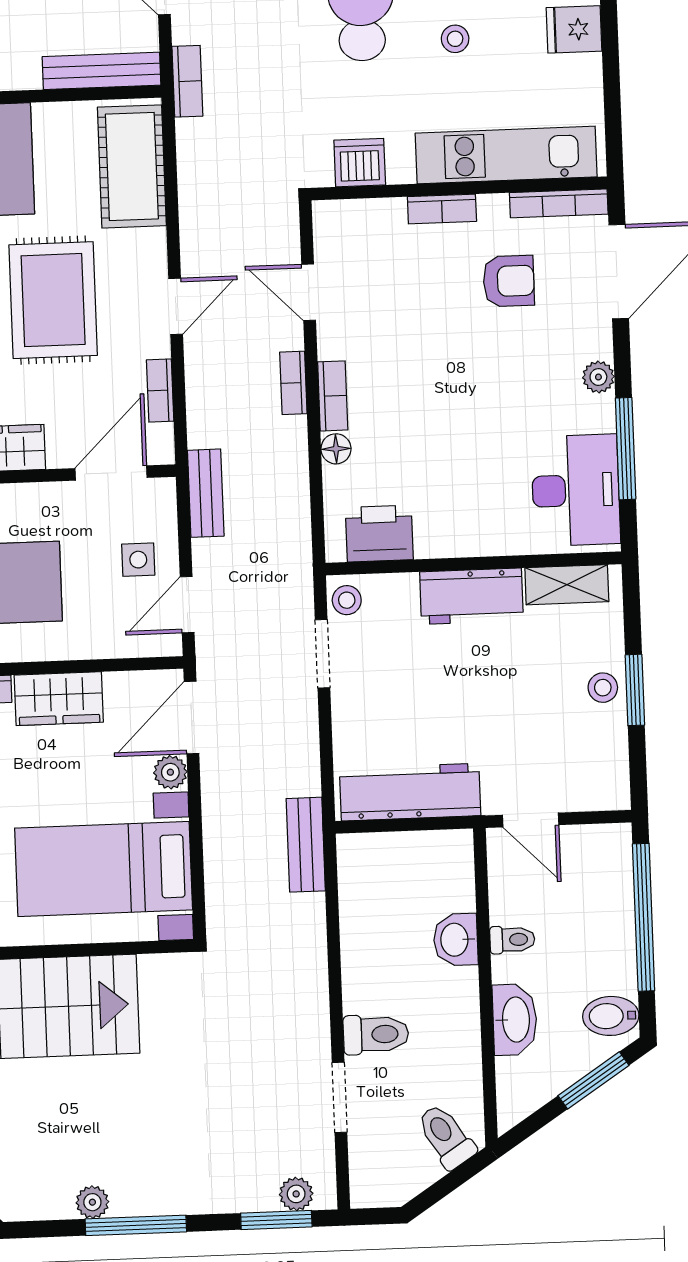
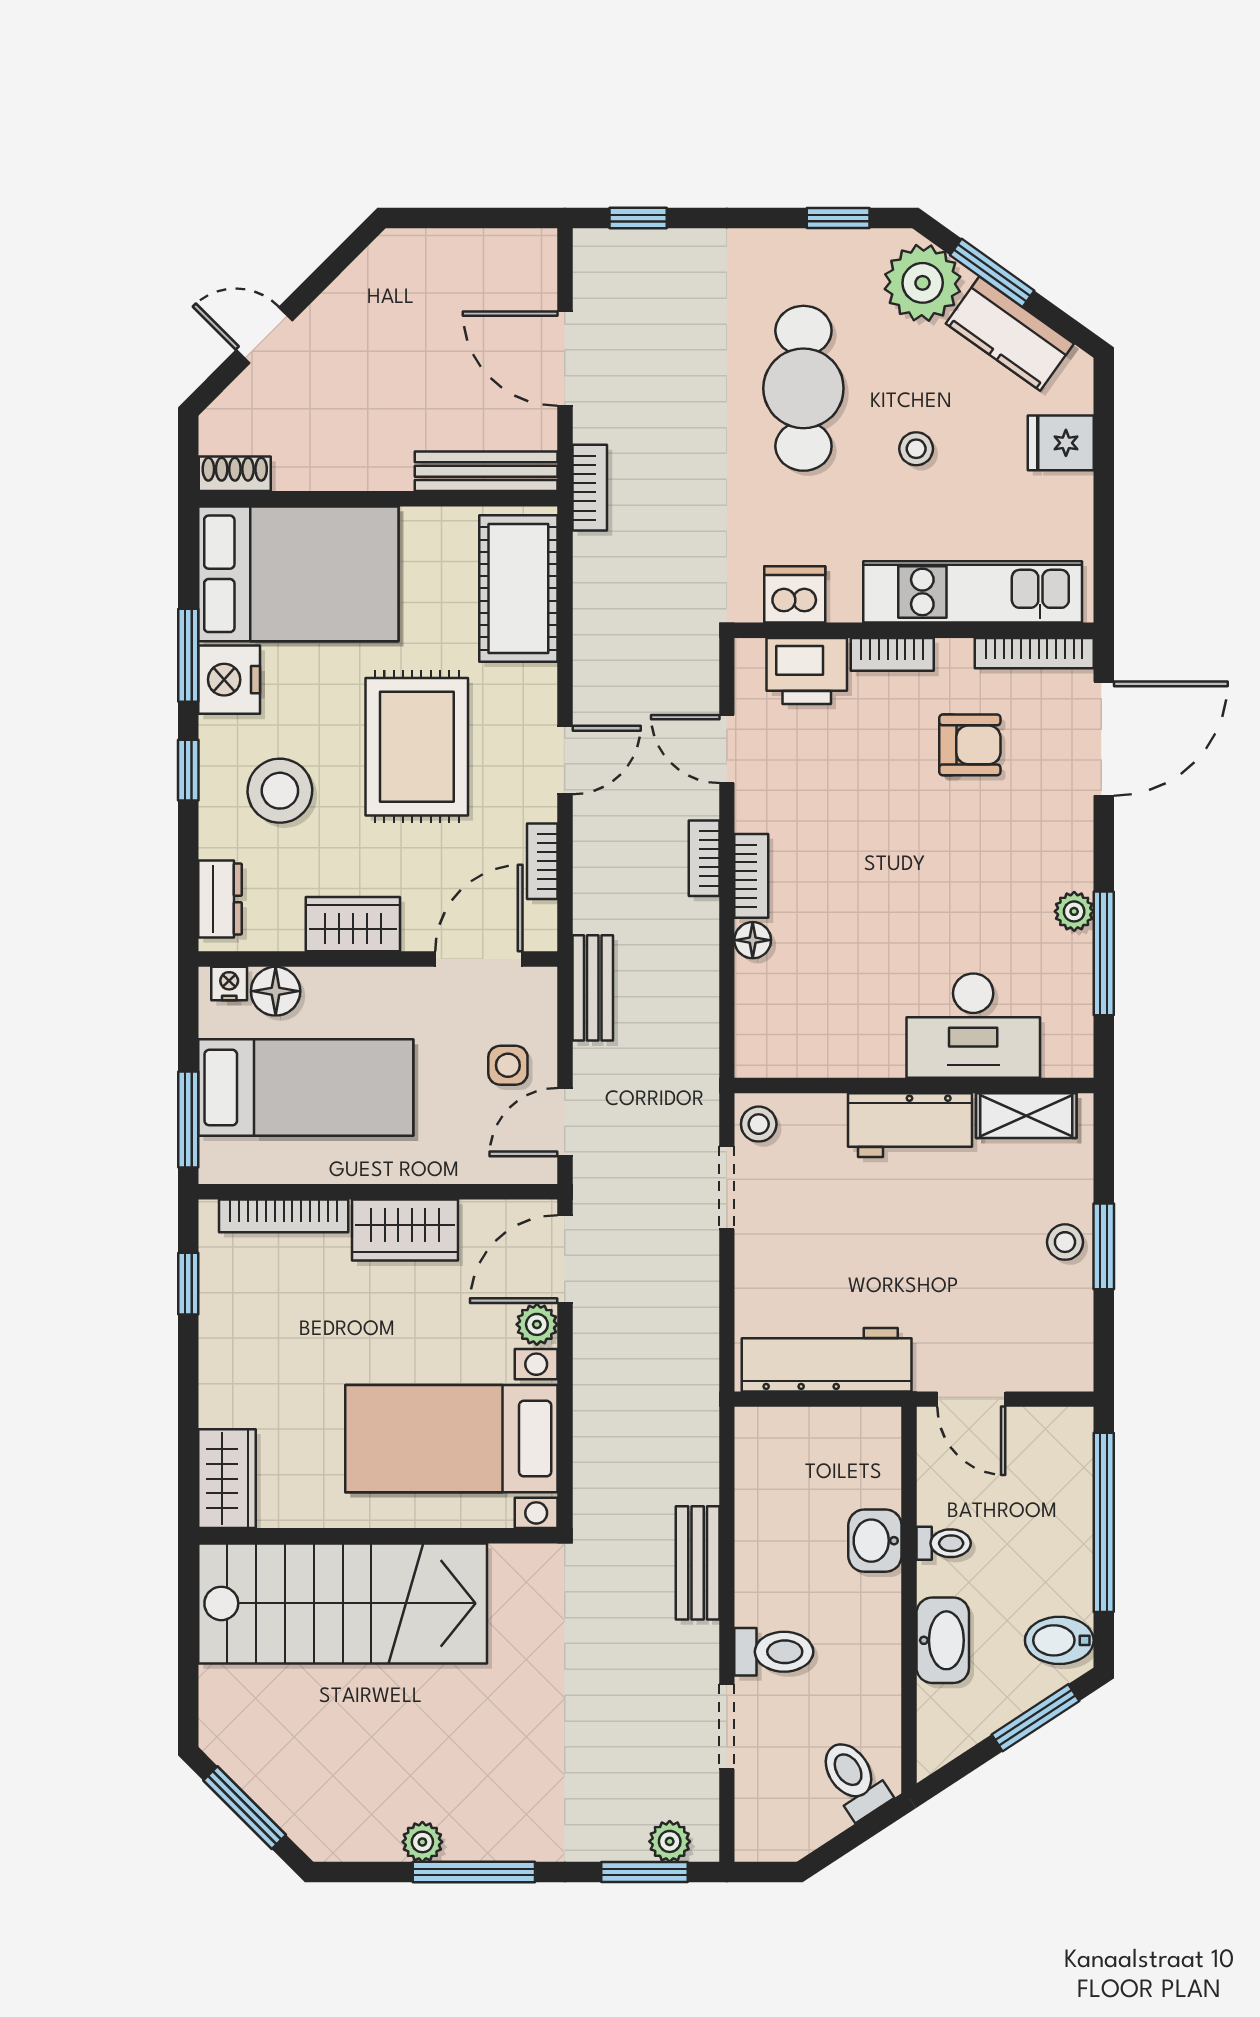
plant: (598, 377) -> (1074, 911), moved
desk: (576, 490) -> (973, 1026), moved, turned 90
printer: (379, 534) -> (807, 671), moved, turned 180
bench: (306, 845) -> (698, 1563), moved

